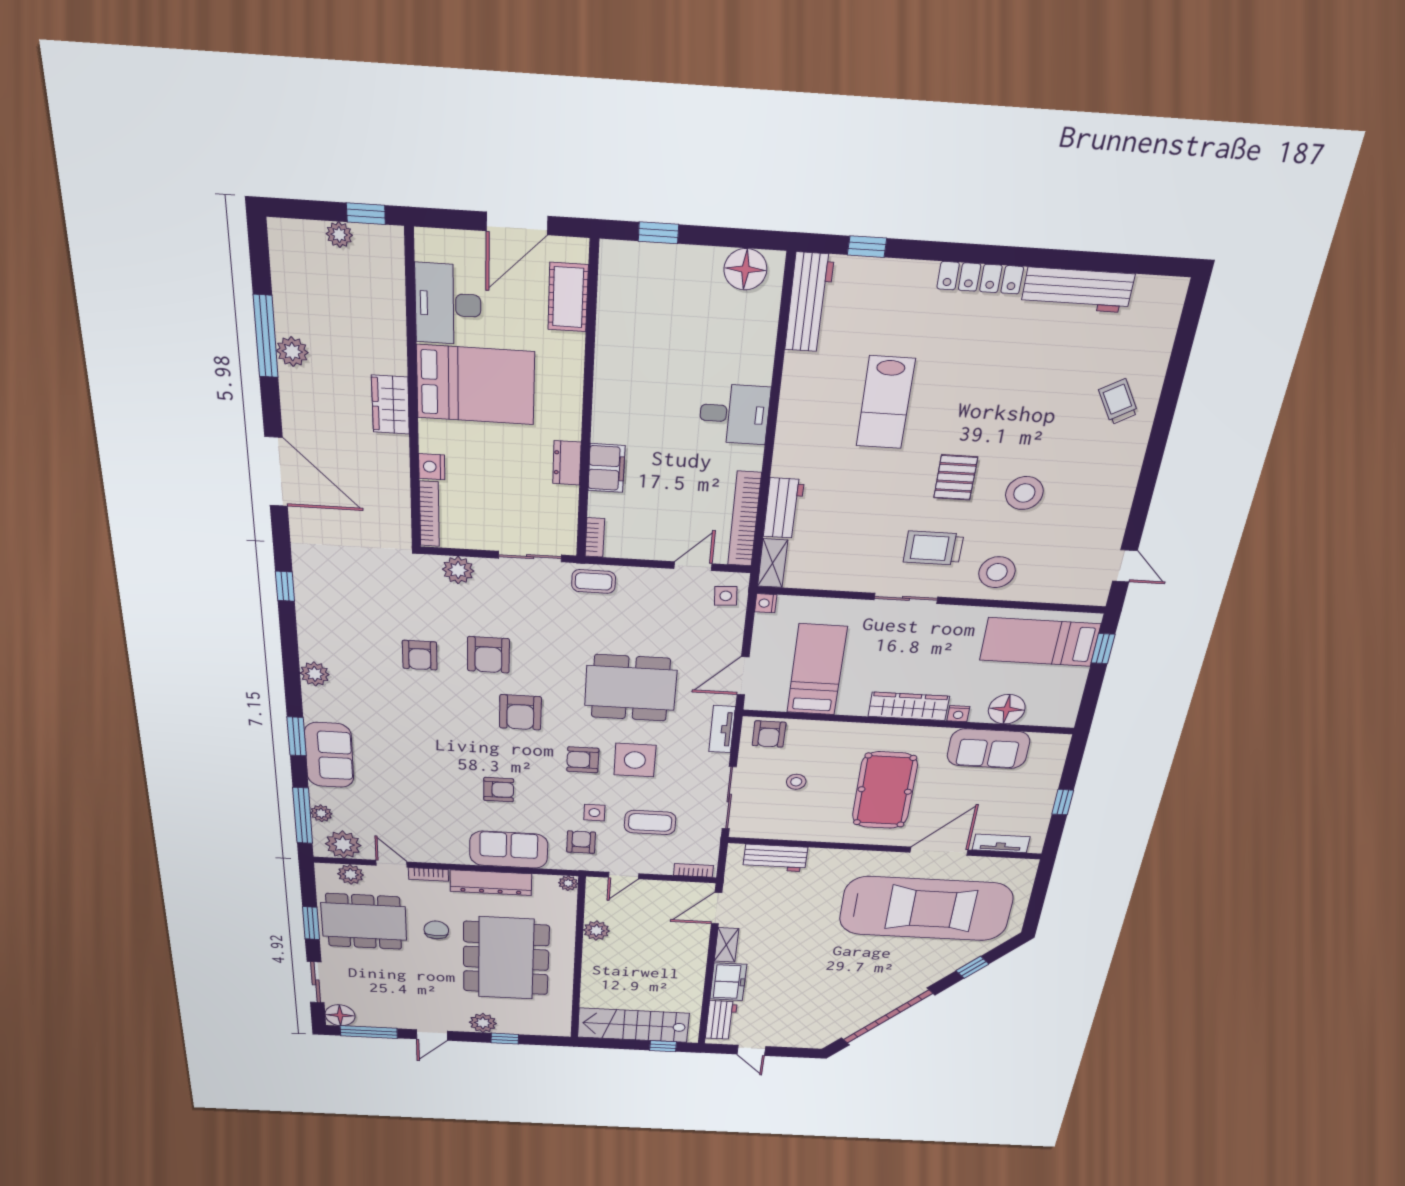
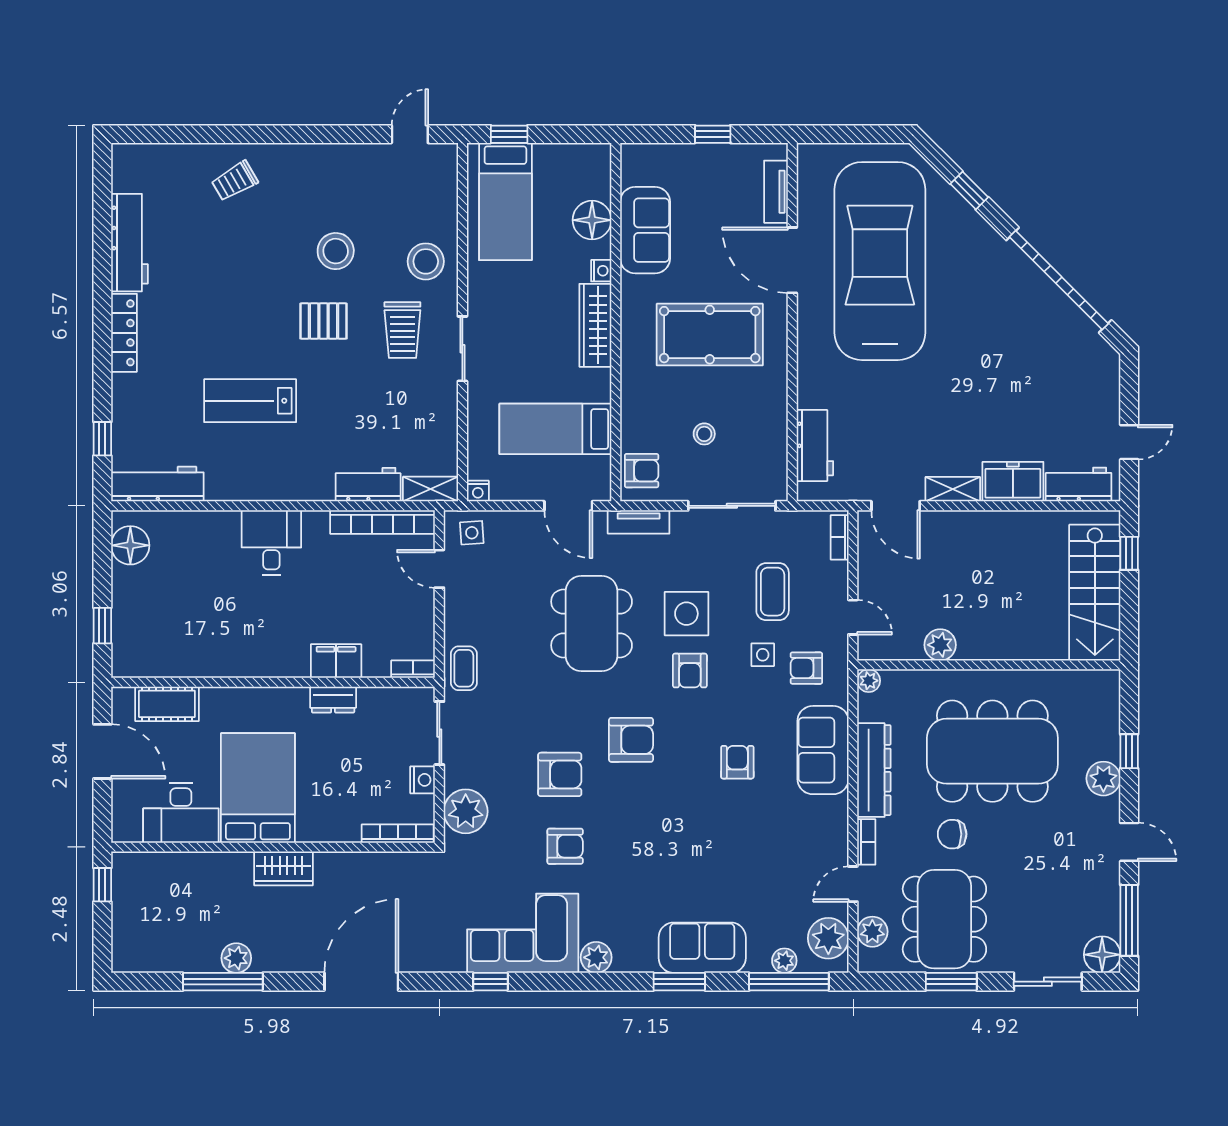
plant: (339, 235) -> (123, 909), removed
lab bench: (885, 403) -> (250, 401), turned 180
nightstand: (432, 467) -> (423, 780), moved, turned -90
plant: (458, 570) -> (466, 811), width x1.36, depth x1.36
corner sofa: (334, 616) -> (523, 933), added

